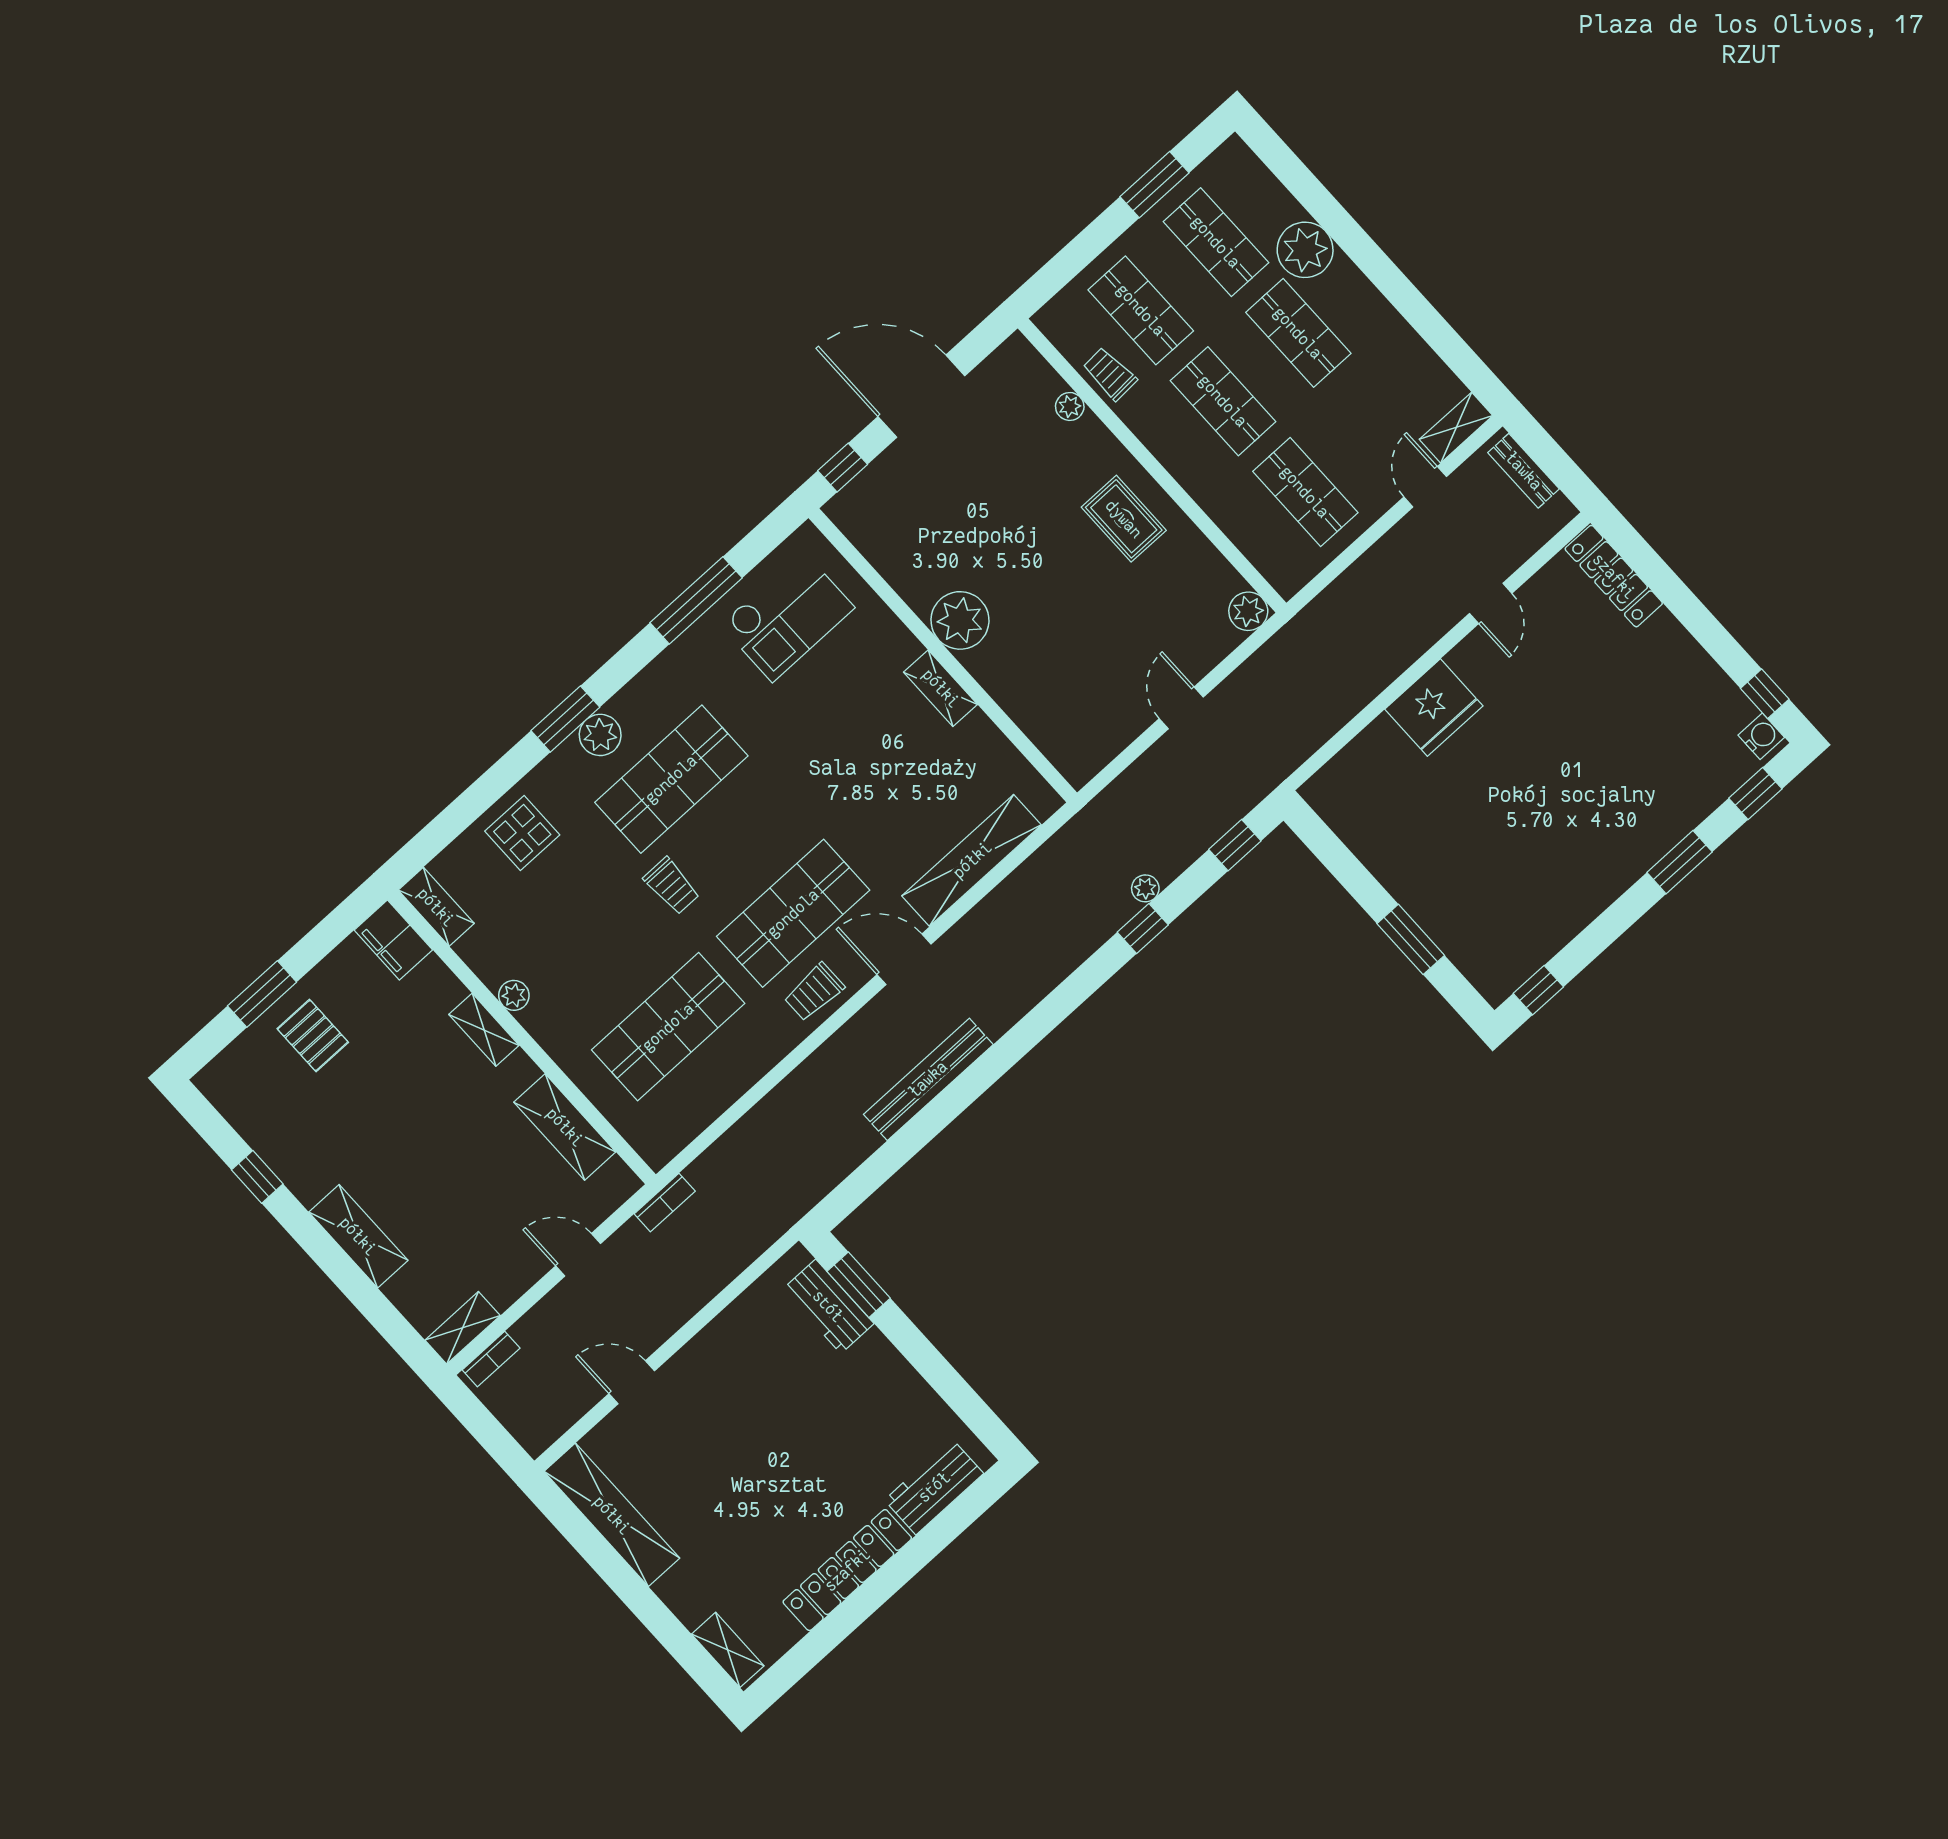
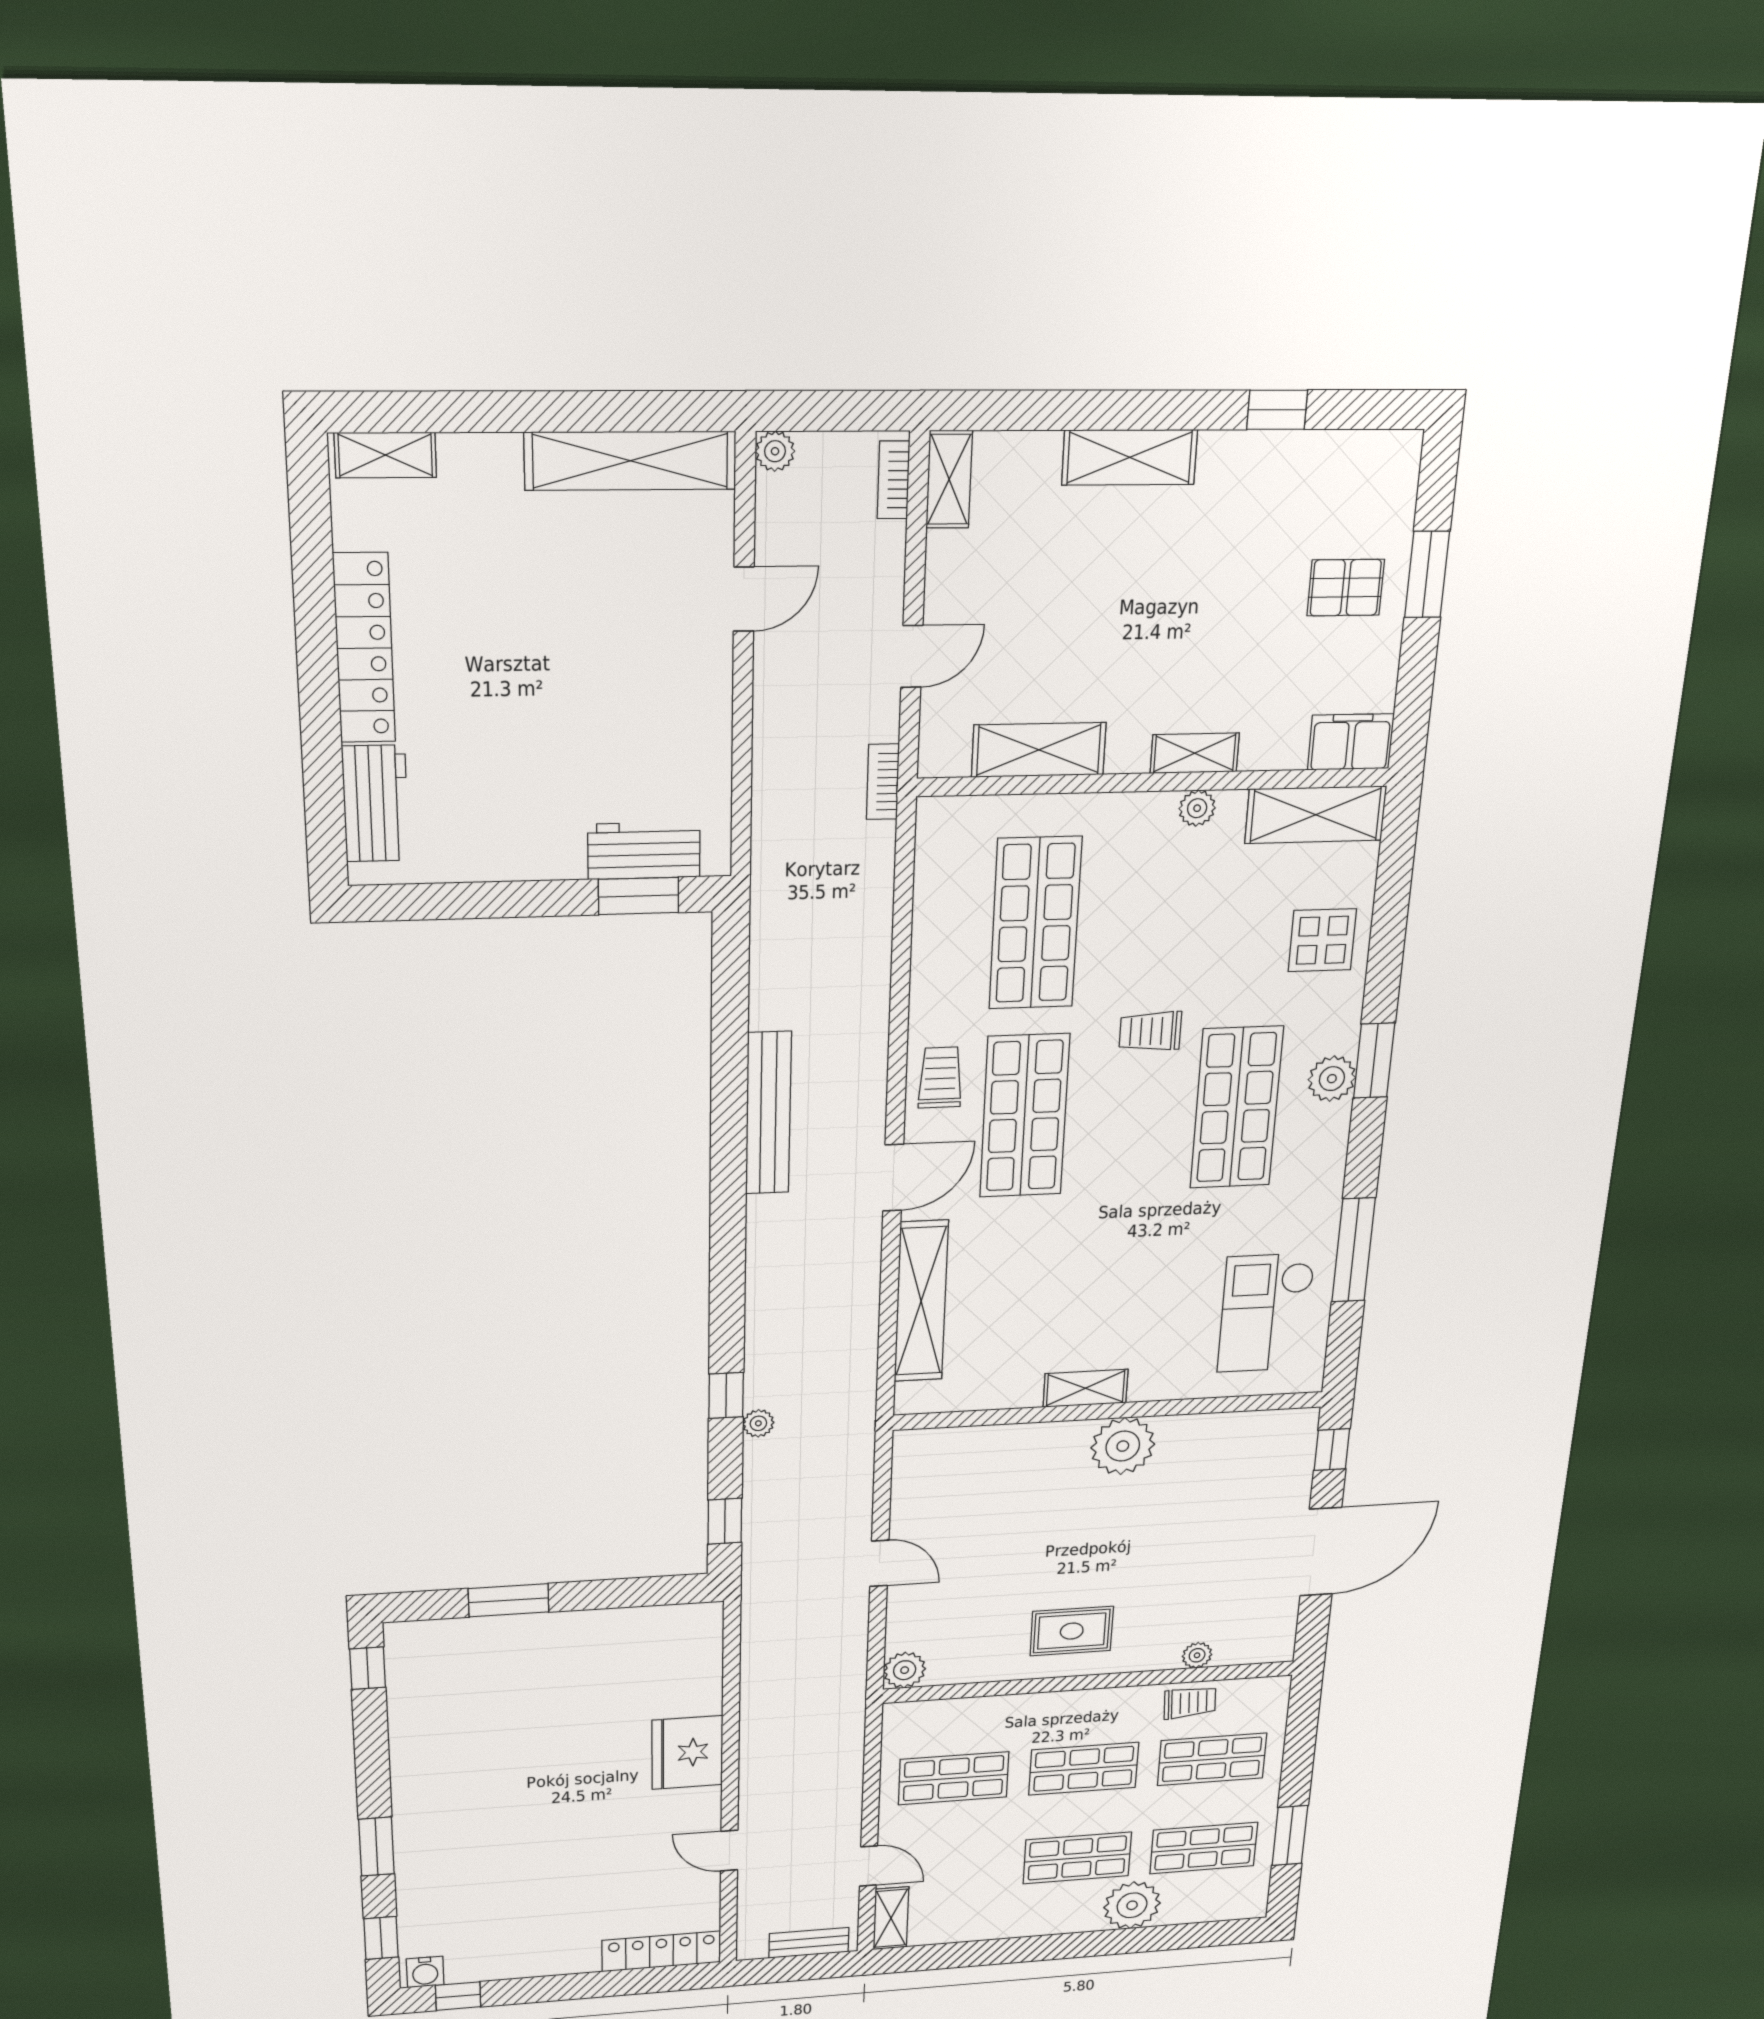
shelving: (436, 907) -> (1316, 815), width x1.50, depth x1.33
plant: (535, 1440) -> (775, 451), added

